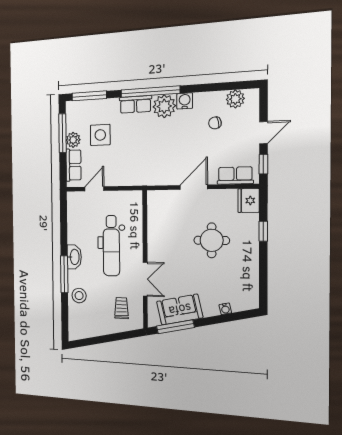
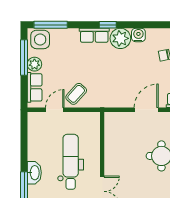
window: (150, 92) -> (108, 25), width x0.32
side table: (100, 135) -> (40, 39), moved
coffee table: (117, 171) -> (76, 94), added
dental chair: (111, 246) -> (71, 162), turned 180

